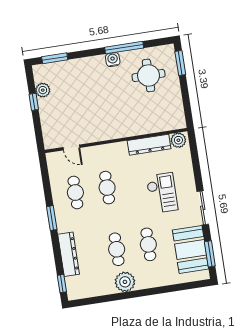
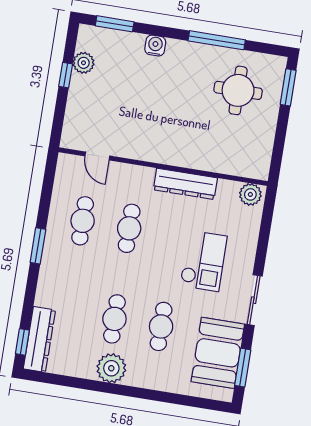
water cooler: (113, 60) -> (155, 46), moved
dresser: (149, 145) -> (185, 184), moved
dresser: (69, 254) -> (39, 339), moved

